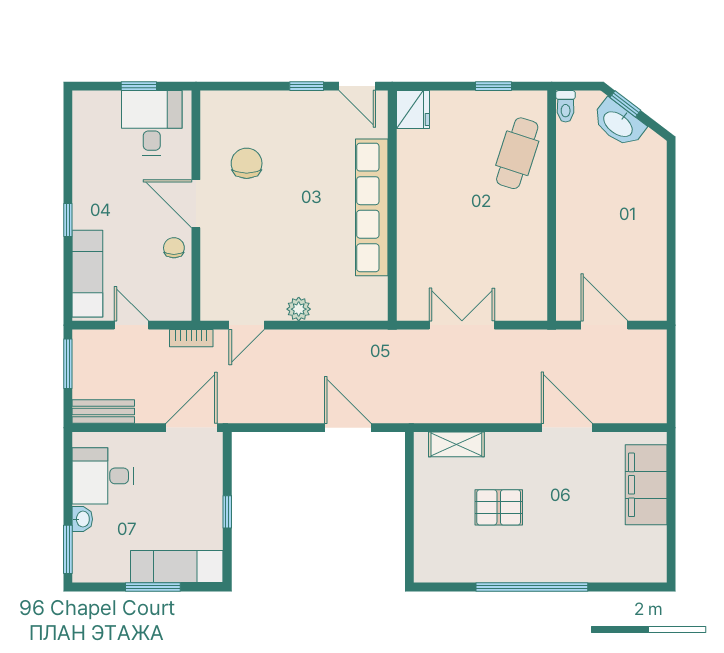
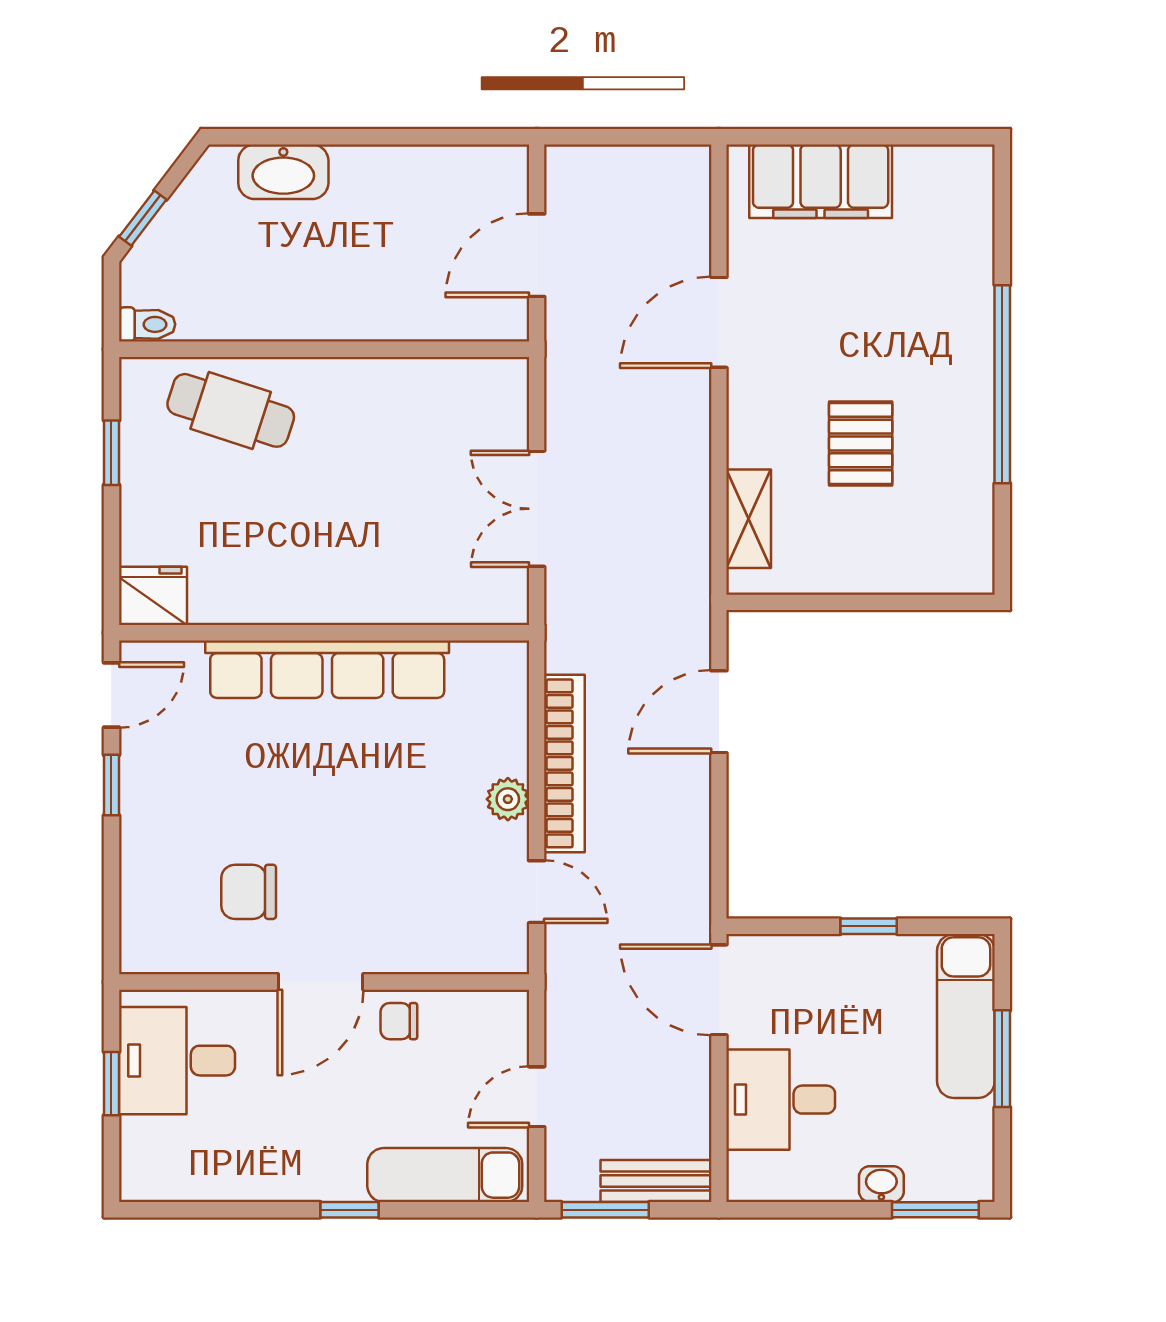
washbasin: (619, 123) -> (283, 172), moved, turned 53
bookcase: (191, 338) -> (564, 763), moved, width x2.31, depth x1.31
bench: (103, 412) -> (656, 1181), moved, turned 90
desk: (103, 476) -> (781, 1100), moved, turned 90

